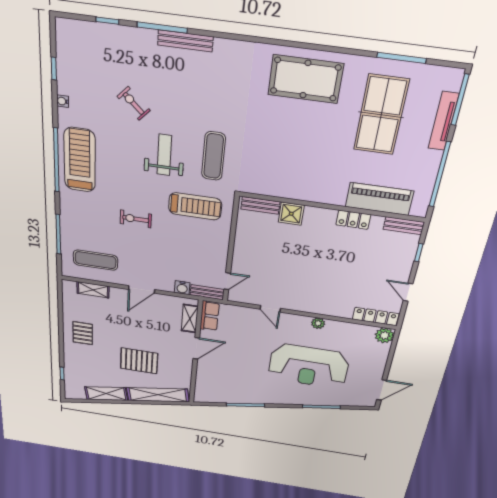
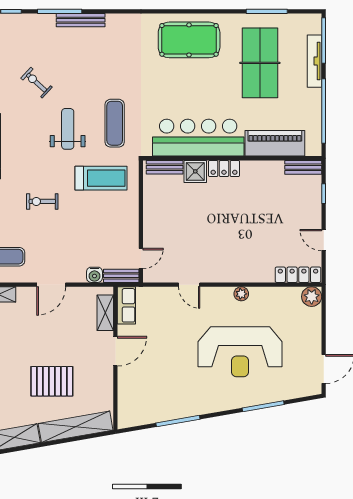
bar counter: (299, 182) -> (198, 138), added
locker: (353, 220) -> (224, 168), moved

